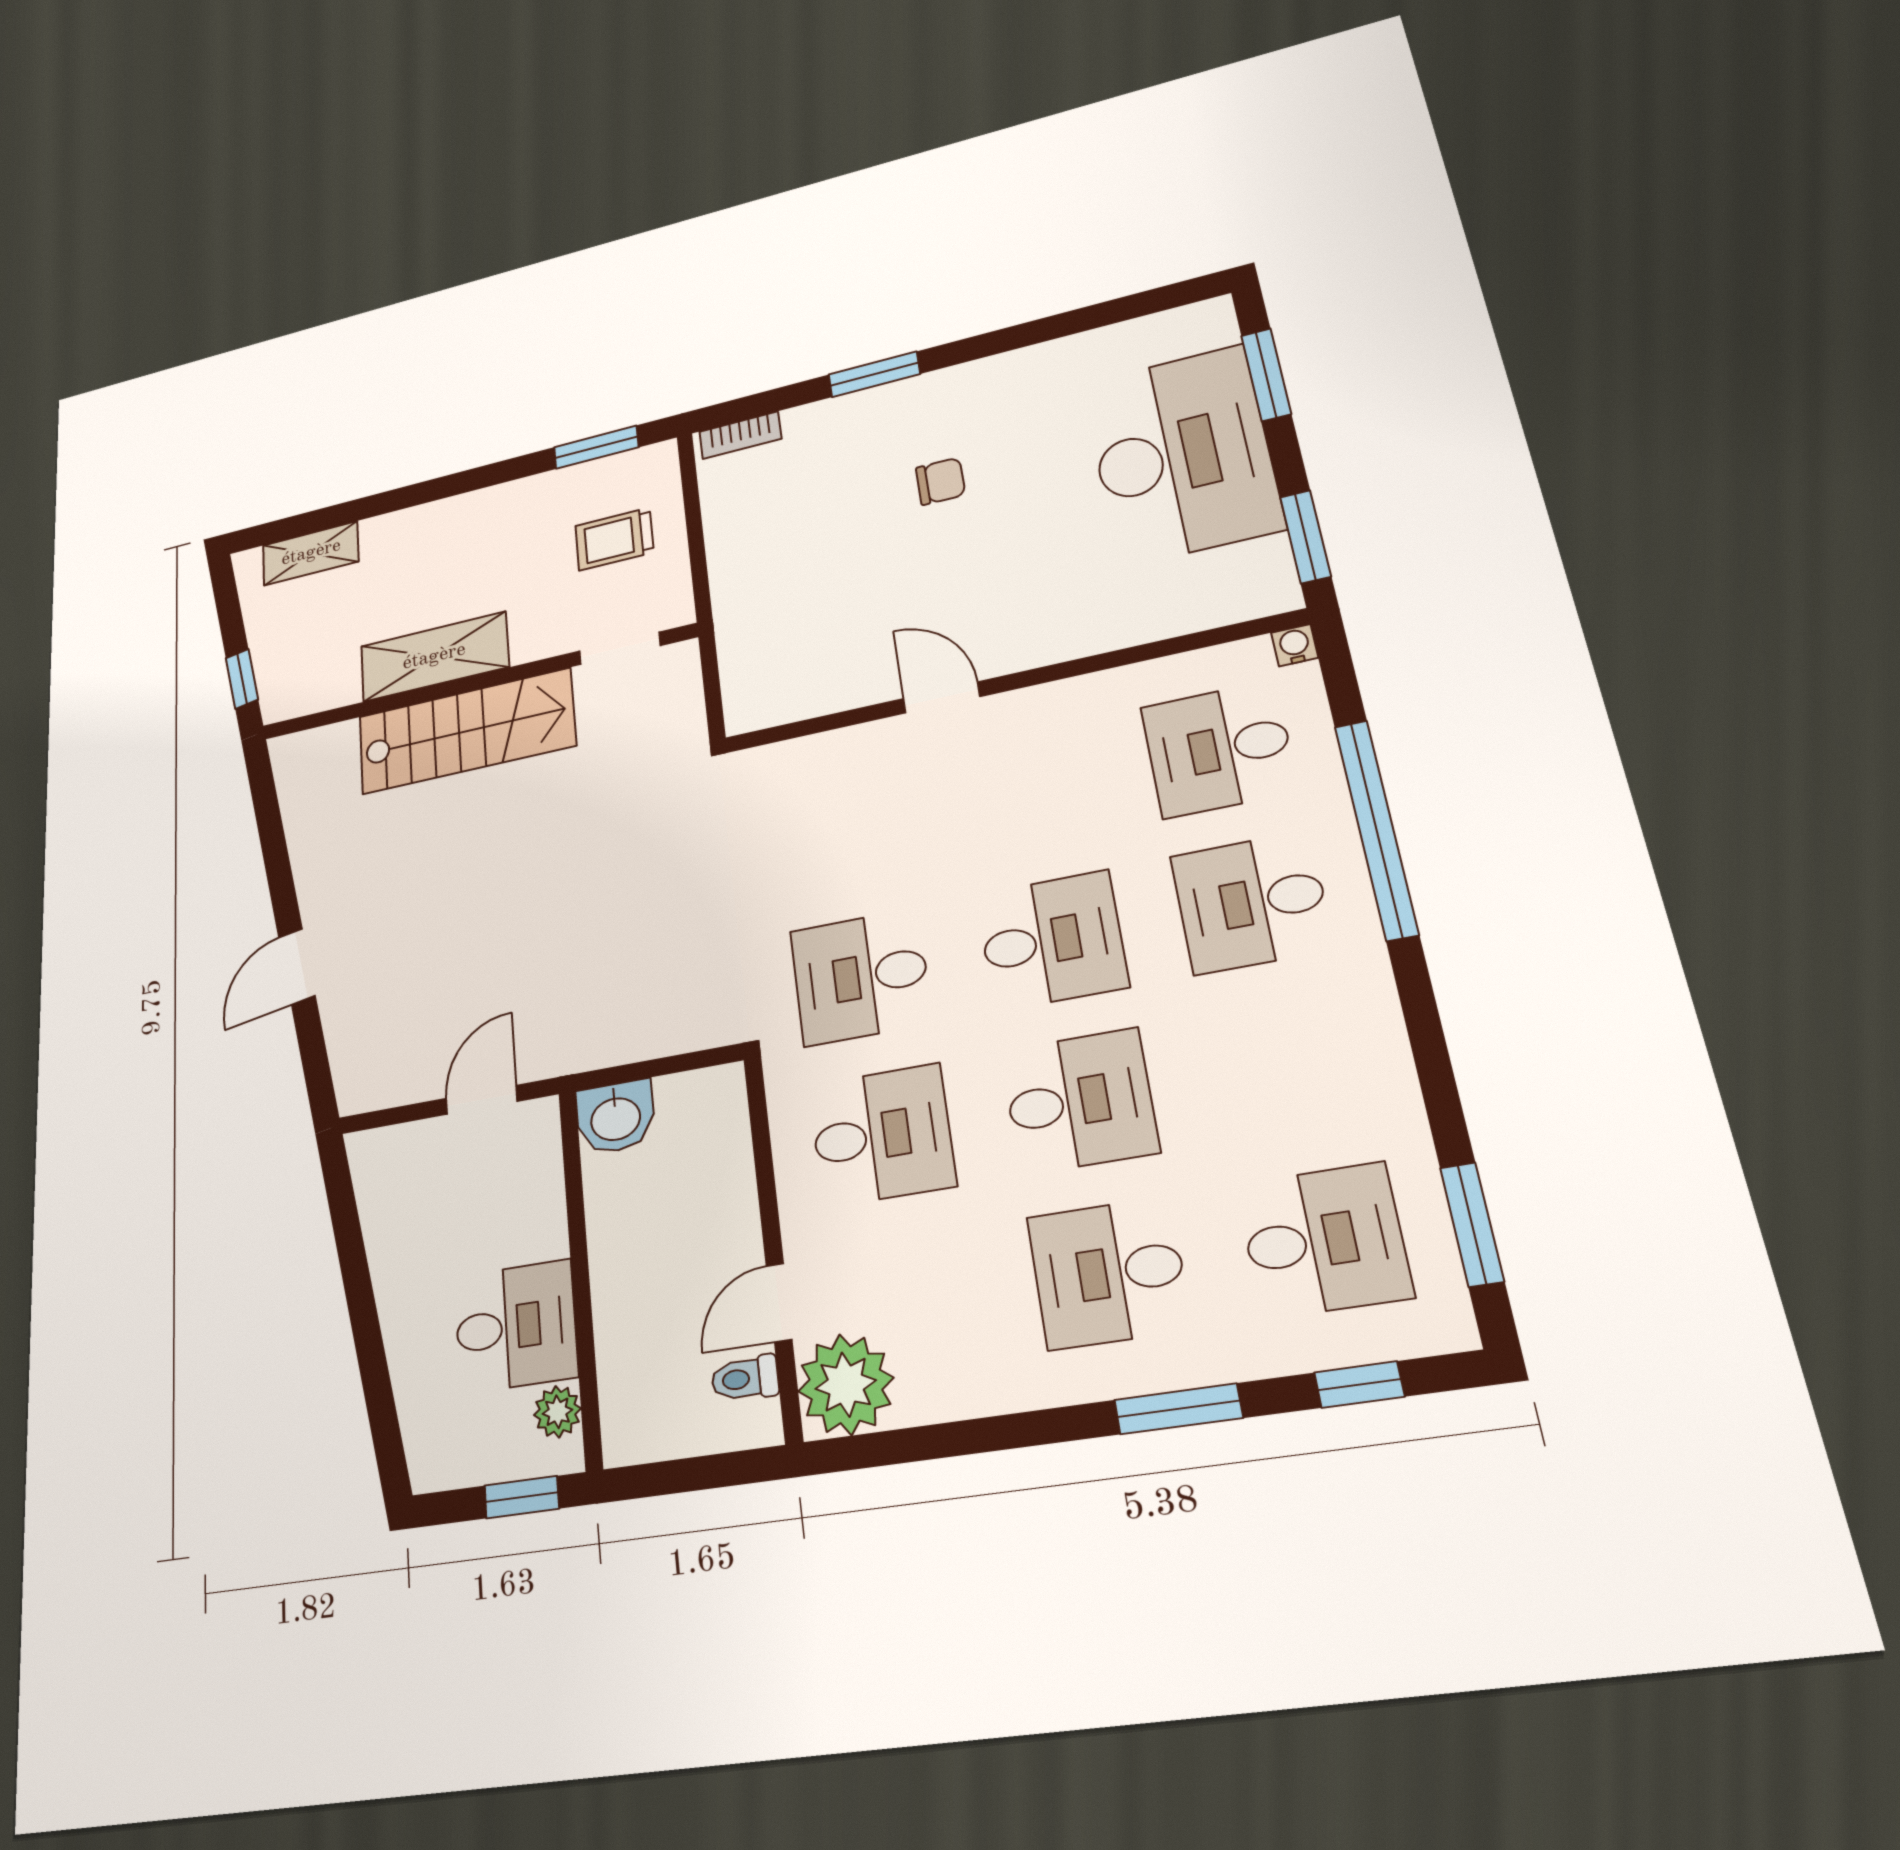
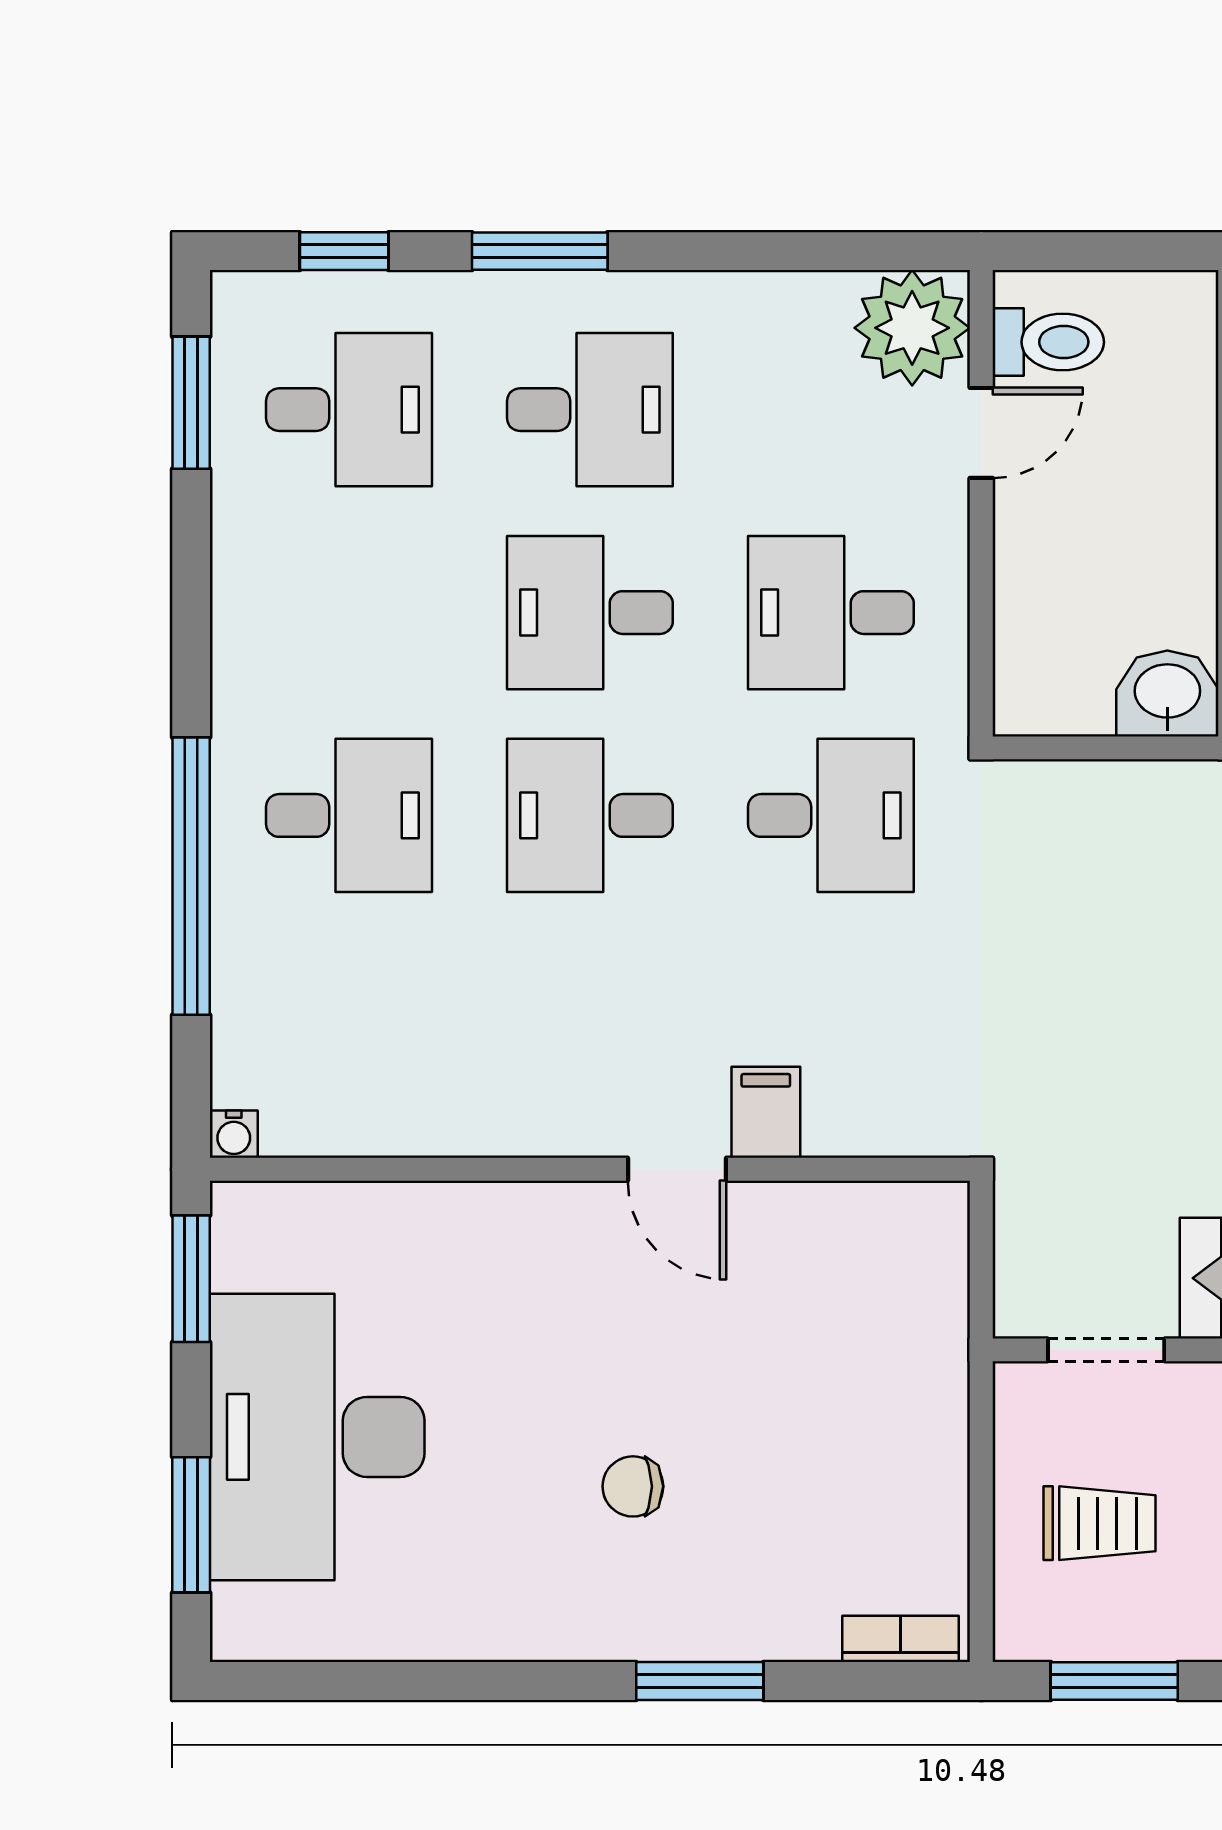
desk: (1219, 749) -> (349, 1018), removed
filing cabinet: (881, 752) -> (766, 1112), added
desk: (1324, 1240) -> (349, 410), turned 180
toilet: (745, 1378) -> (1048, 342), width x1.37, depth x1.39

